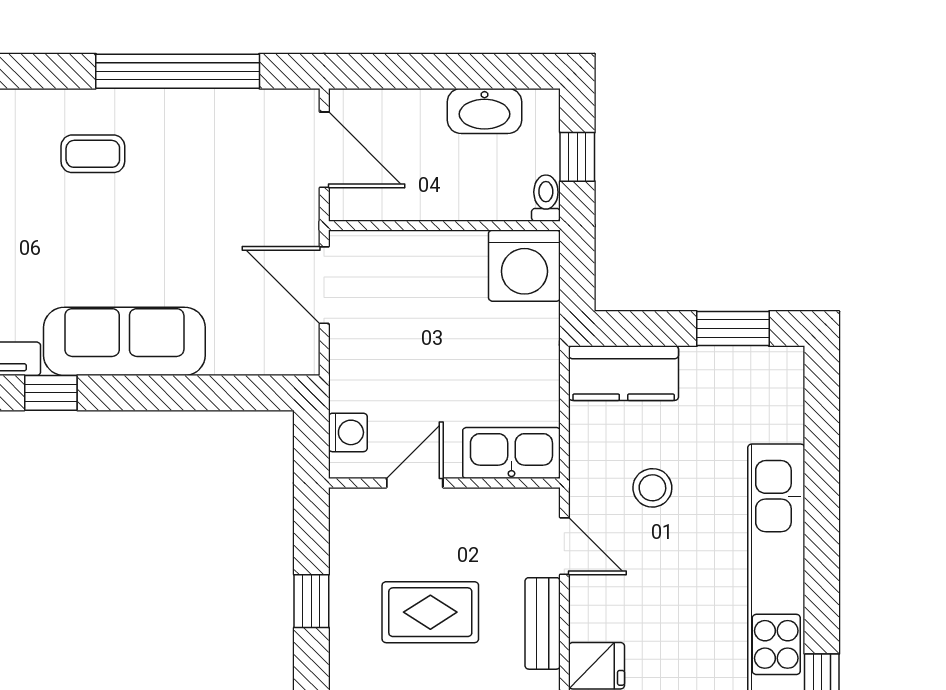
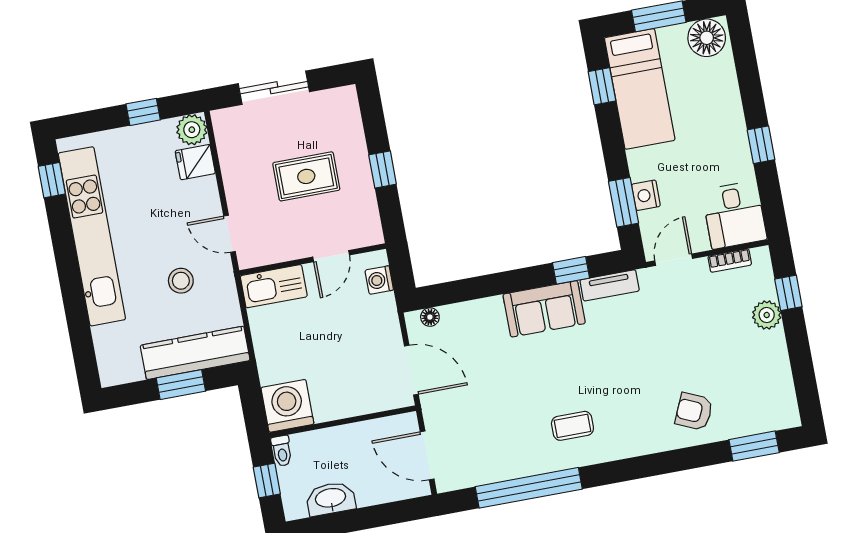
window: (733, 329) -> (181, 385), moved
sofa: (124, 341) -> (544, 309), width x0.73
floor lamp: (281, 361) -> (430, 317), added
kitchen counter: (624, 373) -> (195, 353), width x1.50
bench: (543, 623) -> (234, 182), removed

